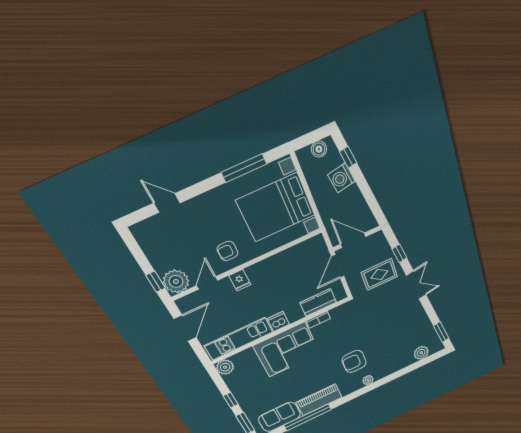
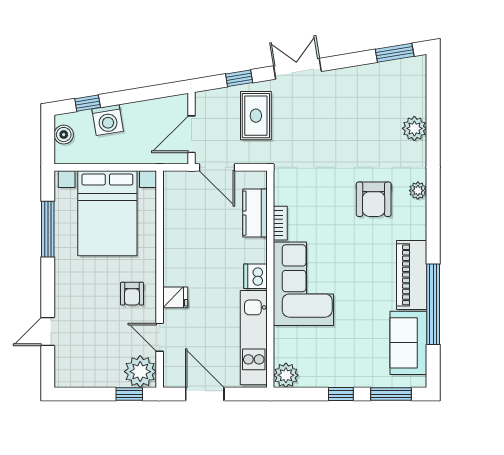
plant: (421, 353) -> (414, 128), moved

